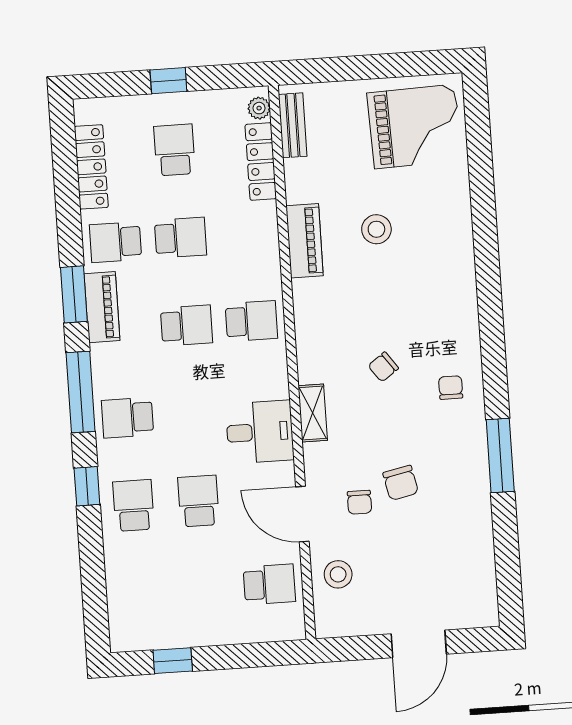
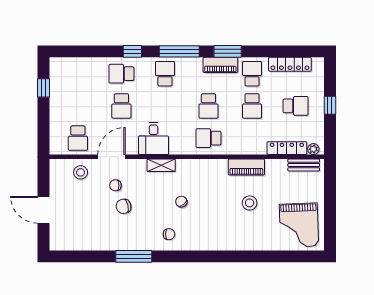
school desk: (251, 321) -> (208, 138), turned 90
school desk: (198, 501) -> (121, 106), turned 90
school desk: (133, 505) -> (121, 74), turned 180

